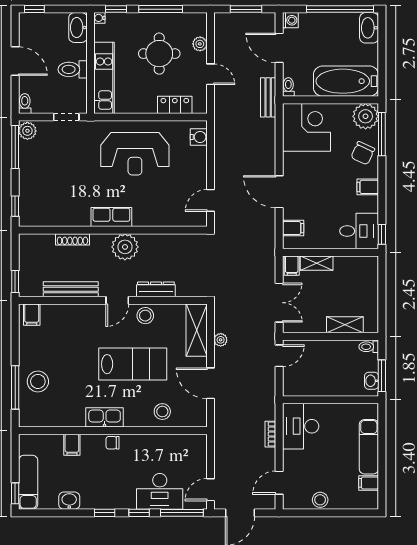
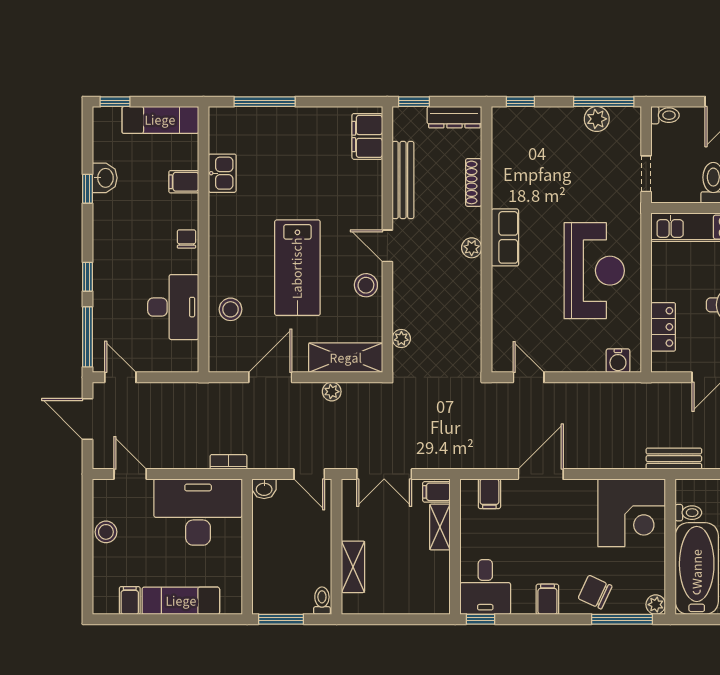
toilet: (288, 87) -> (688, 513), moved
plant: (366, 116) -> (656, 605), width x0.53, depth x0.53
plant: (27, 131) -> (597, 119), moved
reception desk: (135, 154) -> (594, 271), turned 180
plant: (125, 247) -> (472, 248), width x0.53, depth x0.53
dresser: (156, 289) -> (454, 117), moved, turned 90
plant: (183, 291) -> (401, 339), added
filing cabinet: (32, 315) -> (367, 136), width x2.00
stool: (38, 381) -> (273, 134), removed
washbasin: (372, 381) -> (264, 489), moved, turned 180
kitchen sink: (105, 417) -> (222, 173), moved, width x0.73
desk: (301, 426) -> (198, 512), width x1.36, depth x1.30
bookcase: (270, 434) -> (229, 462), moved
exam couch: (28, 482) -> (160, 120), moved
desk: (160, 491) -> (173, 307), moved, turned 180
window: (105, 513) -> (87, 189), moved

